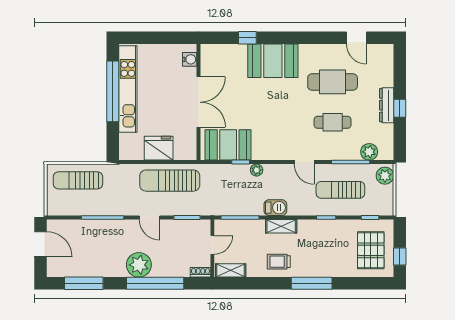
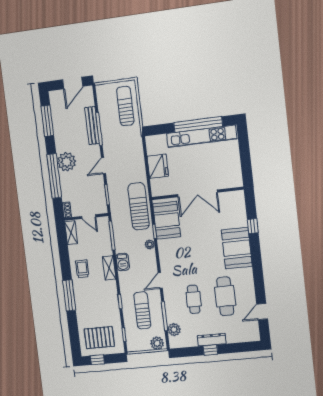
water cooler: (190, 59) -> (231, 182), removed
sun lounger: (170, 181) -> (139, 206), moved
bench: (97, 226) -> (92, 126), added

